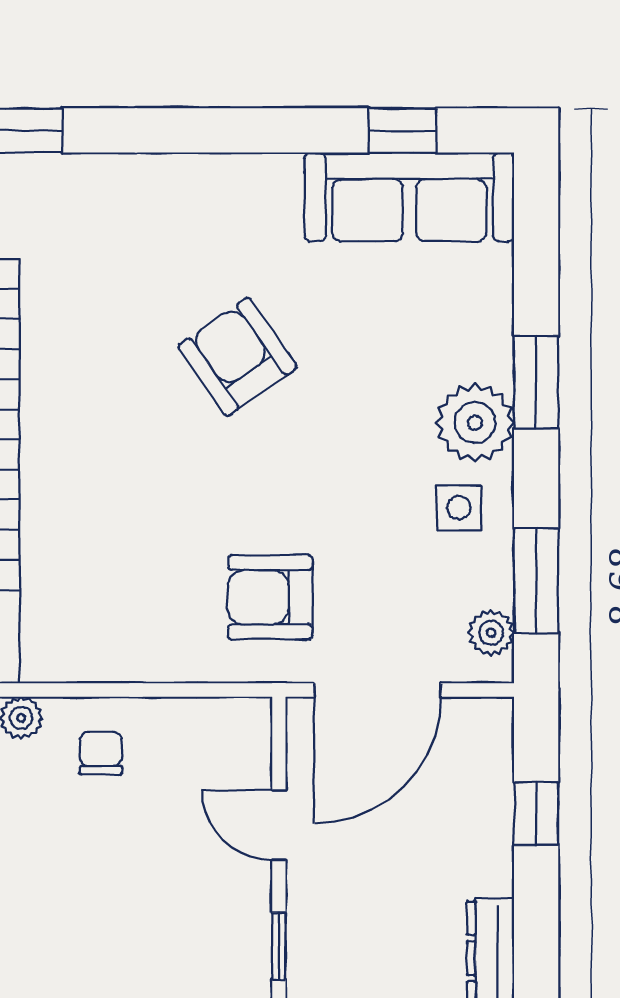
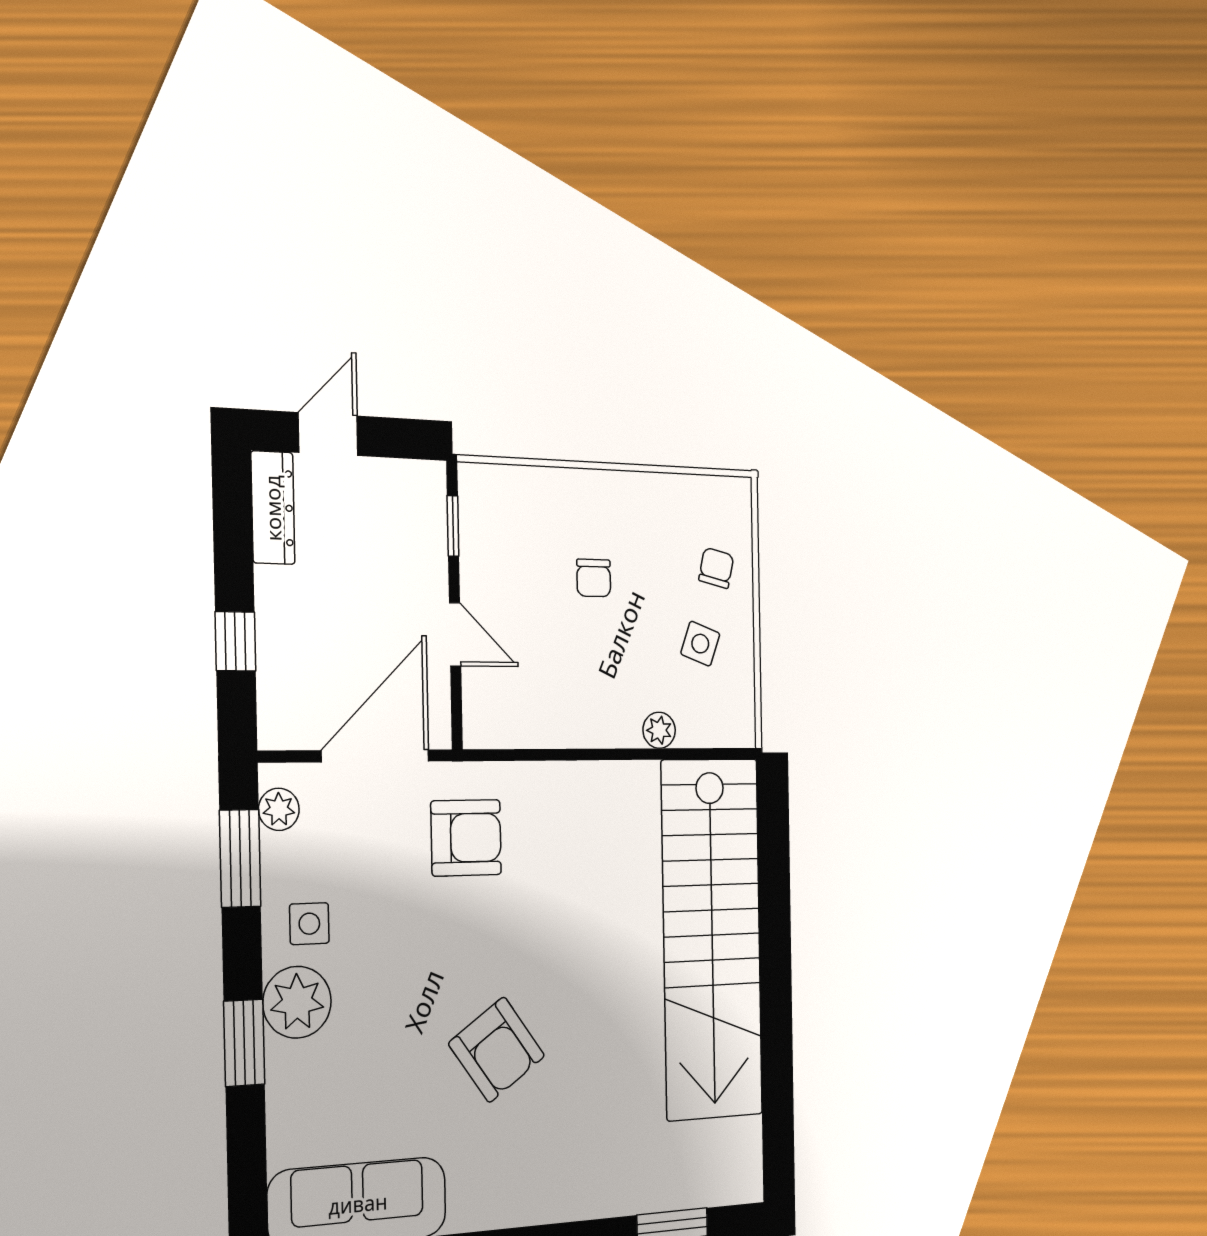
chair: (101, 753) -> (594, 578), moved

